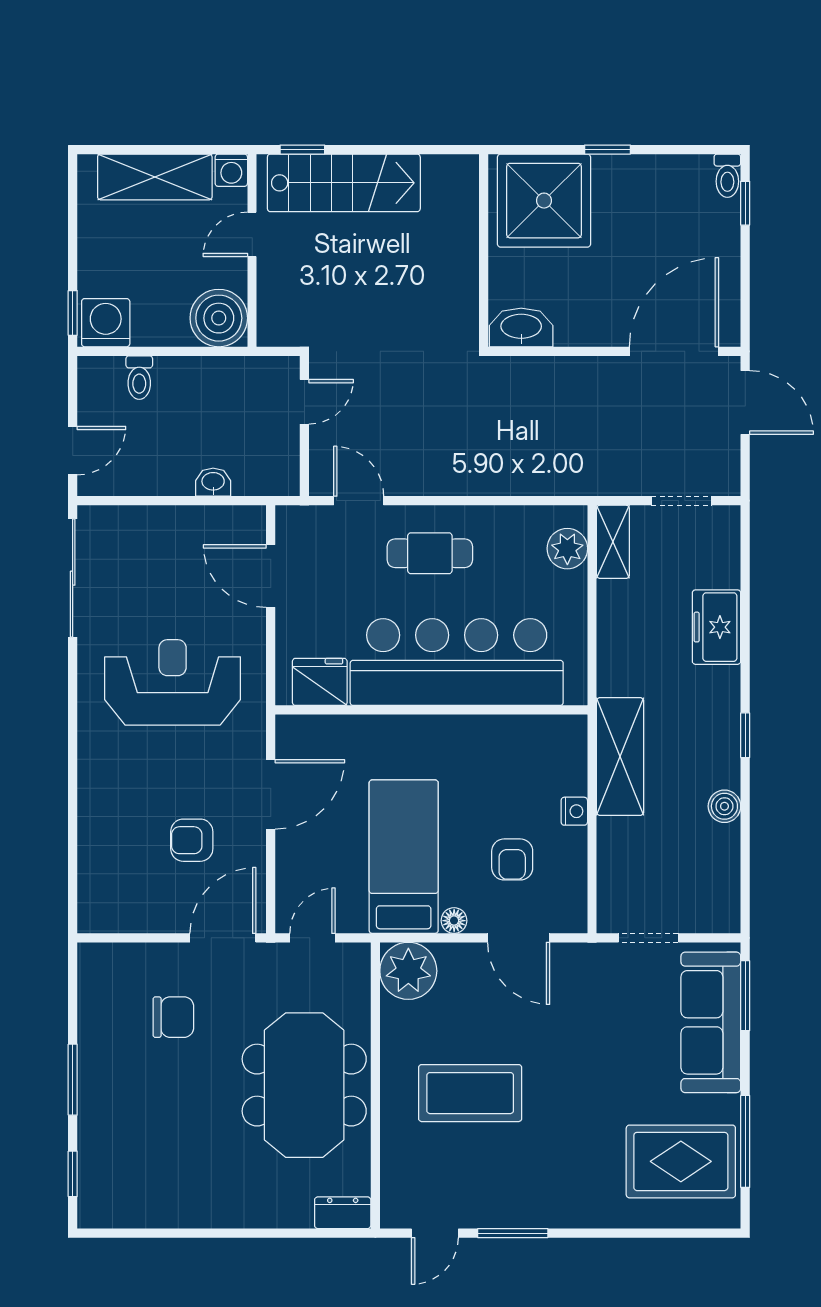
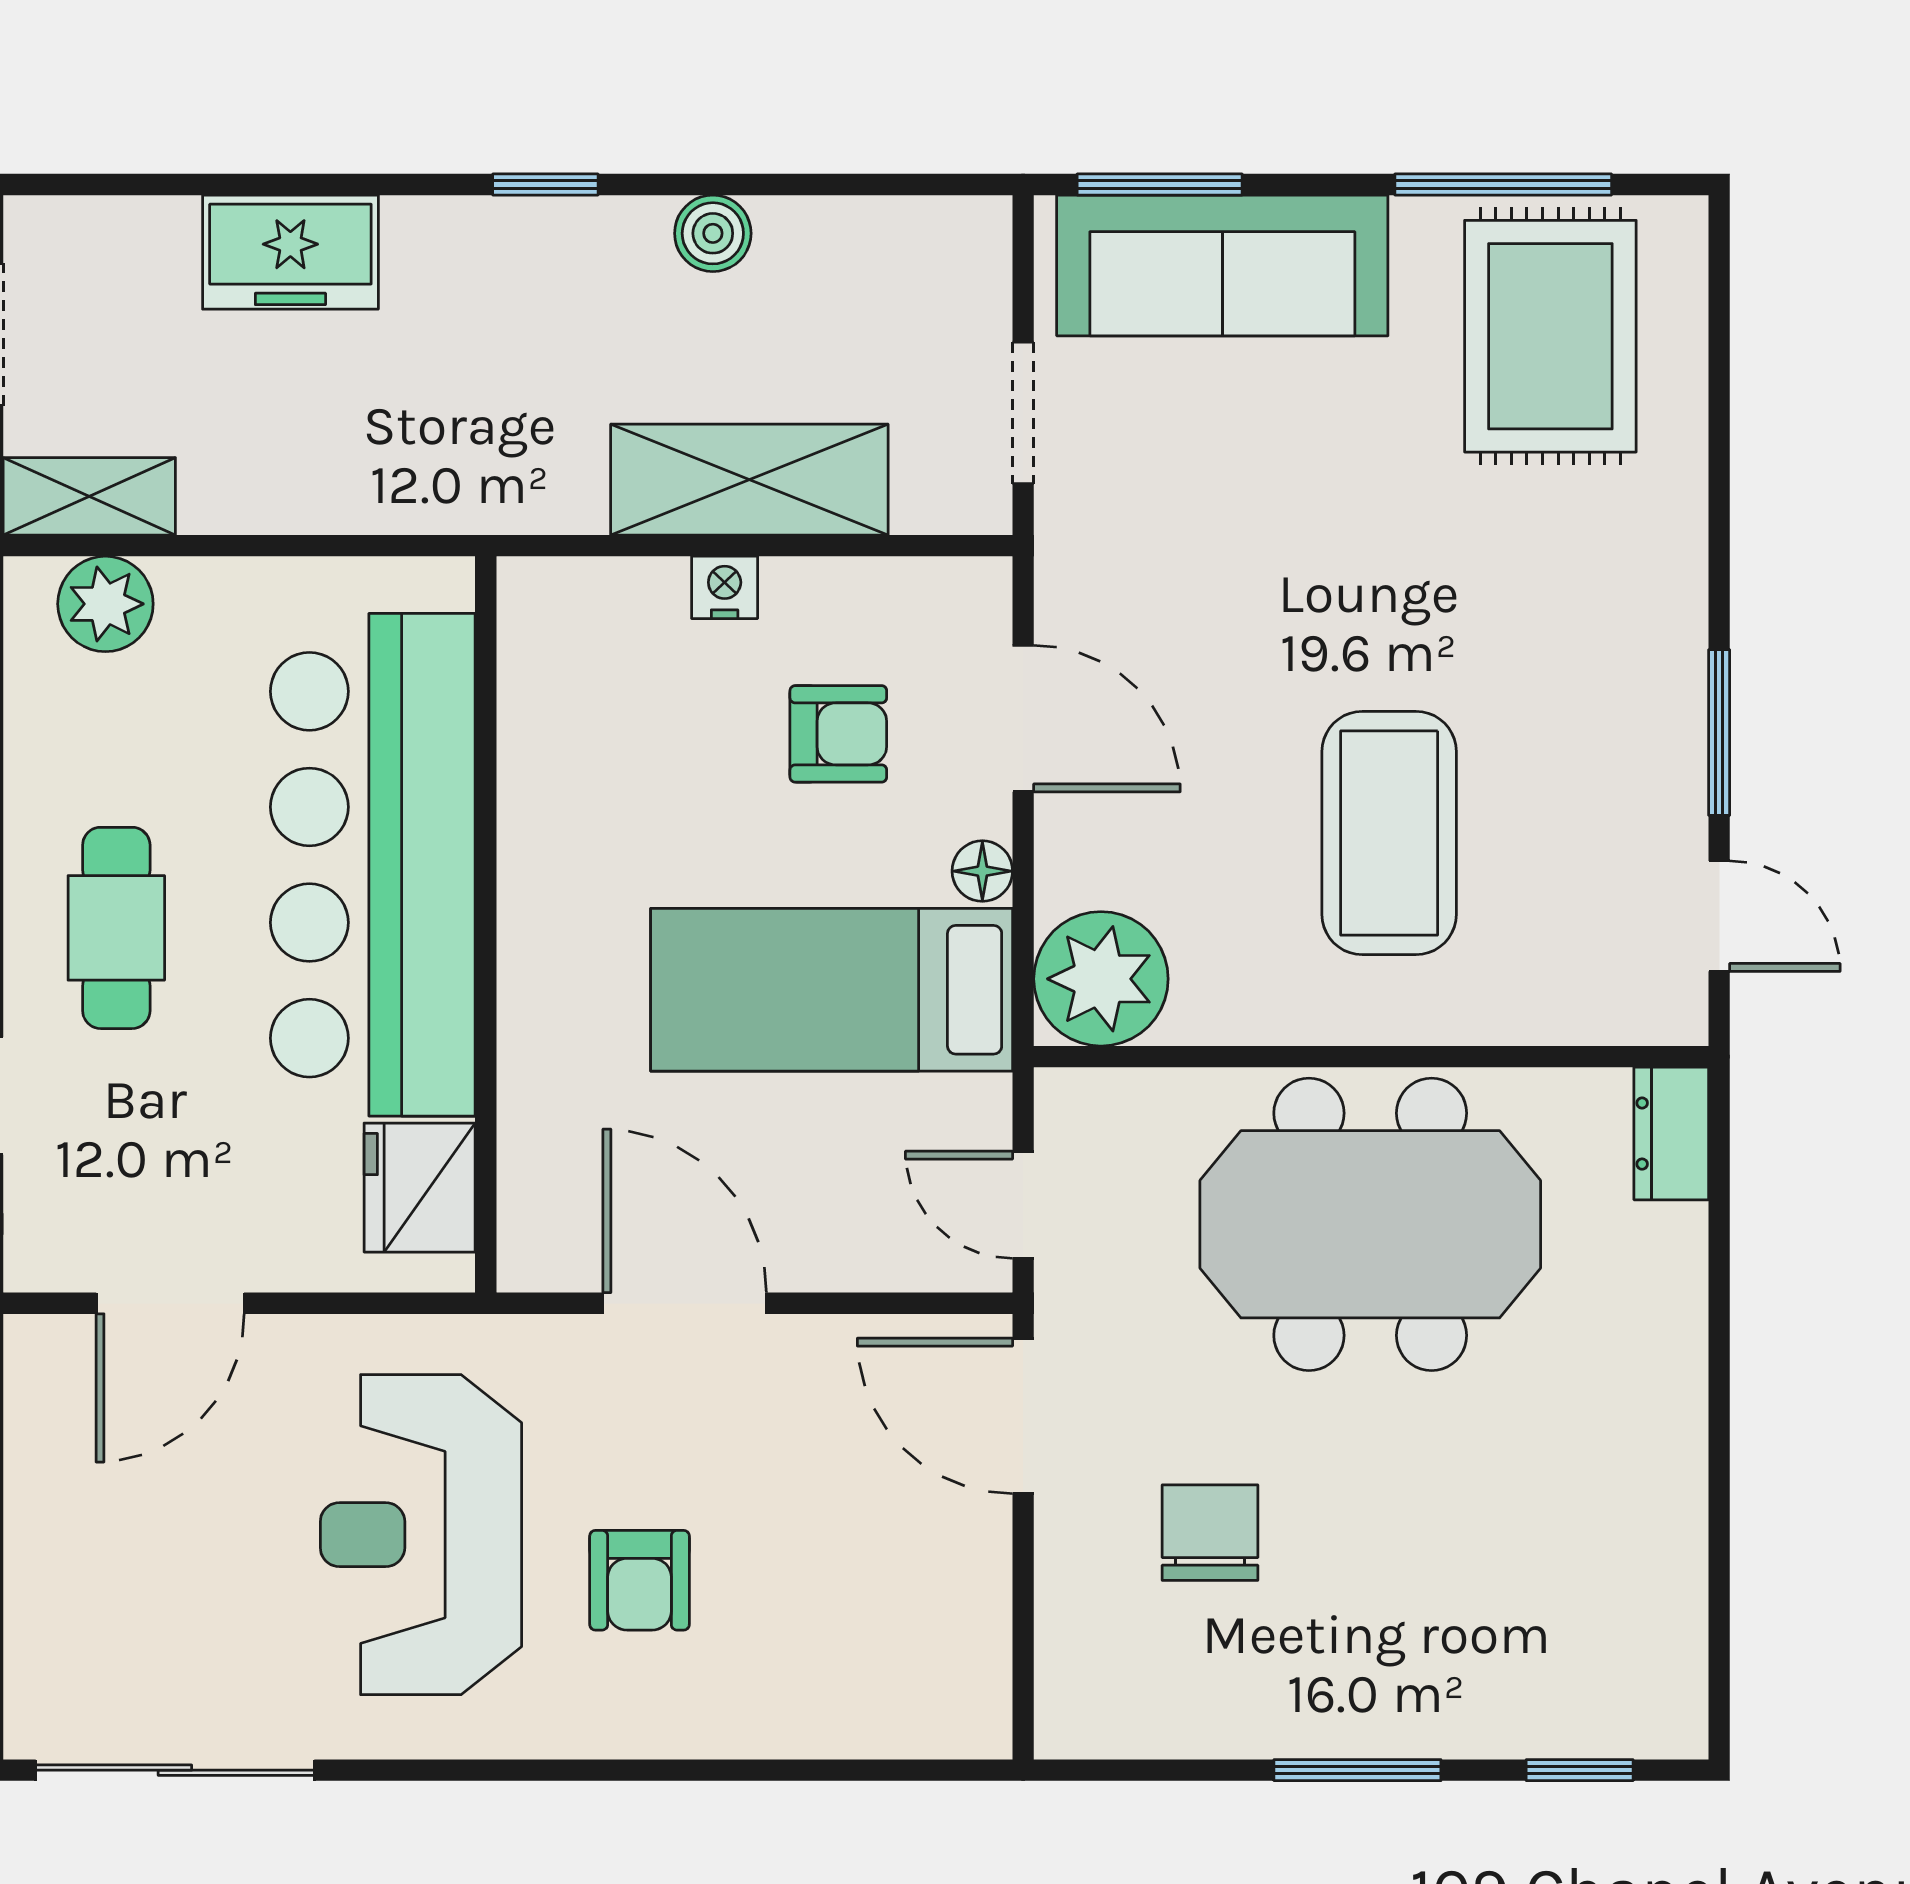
shelving: (620, 756) -> (749, 480), moved
armchair: (192, 840) -> (640, 1580), moved
door: (519, 938) -> (1023, 719), hinge flipped

